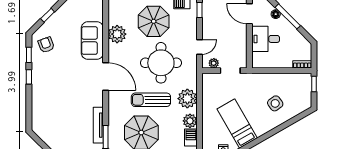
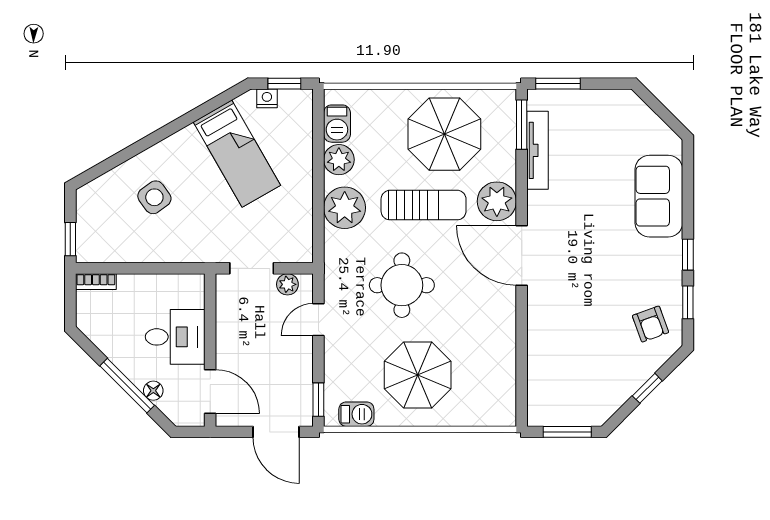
plant: (117, 34) -> (497, 201), moved
sofa: (92, 41) -> (659, 196), moved, turned 180
round table: (161, 63) -> (402, 285), width x0.73, depth x0.73

